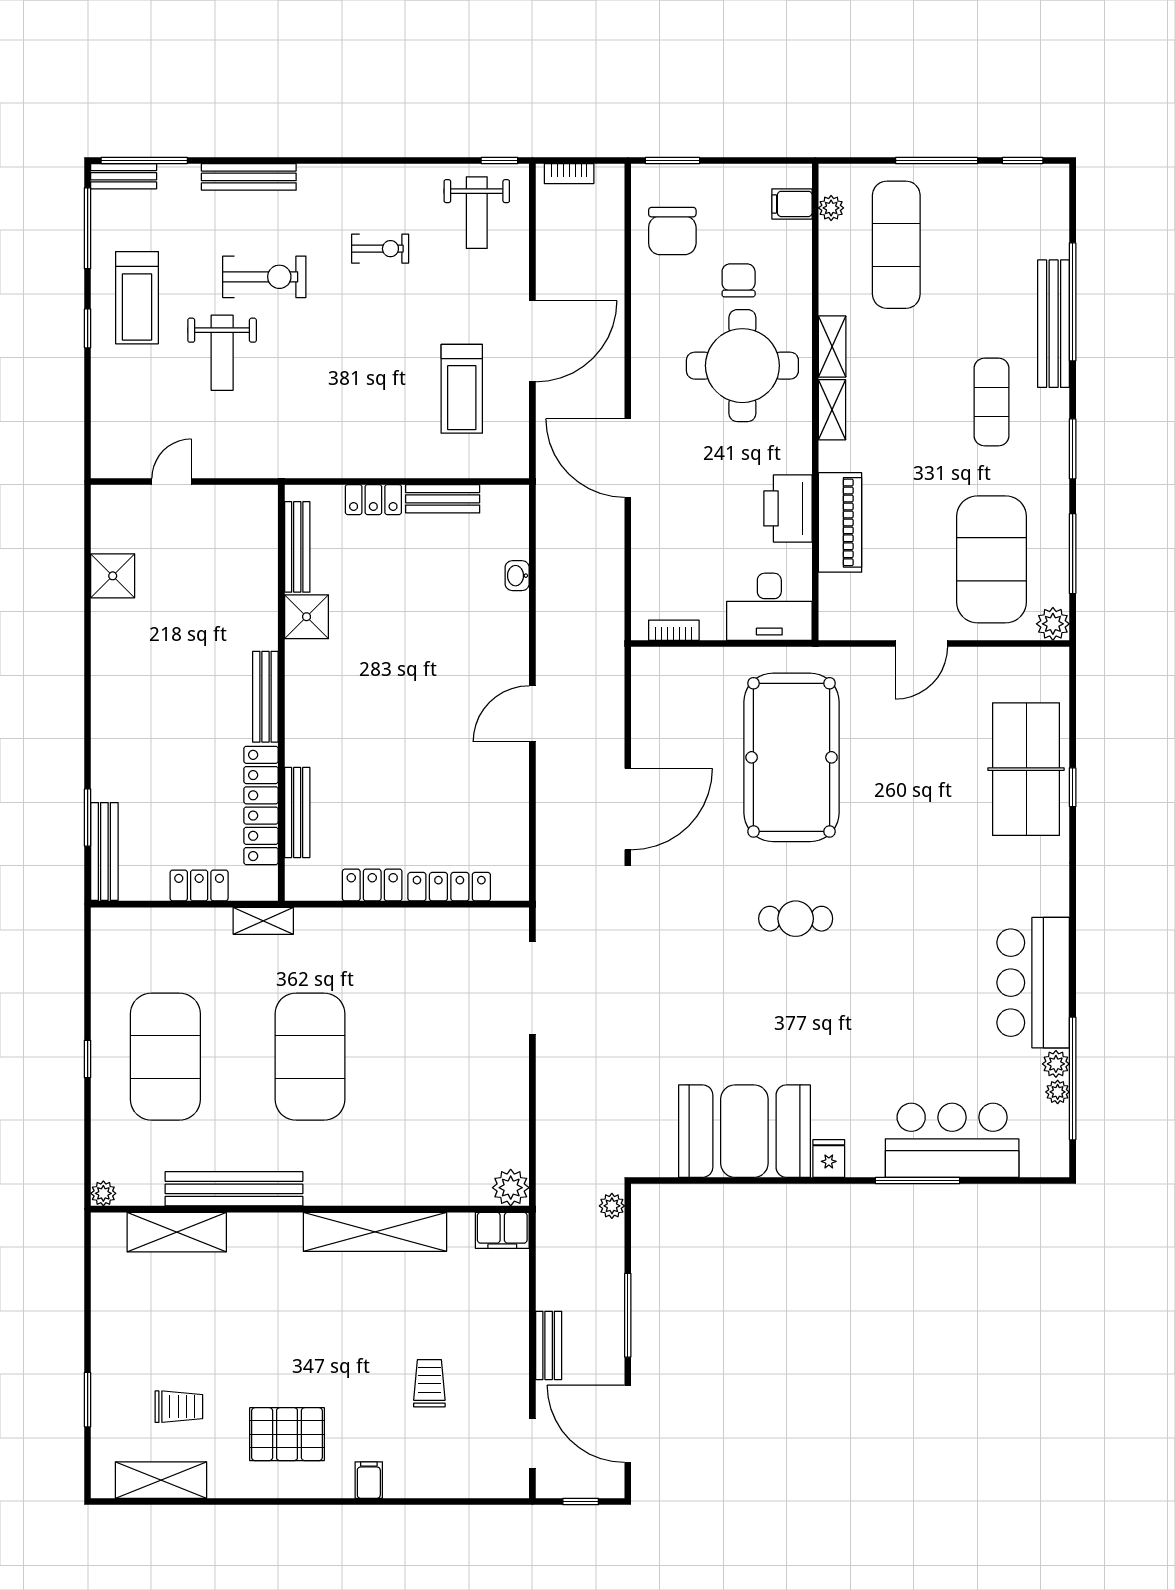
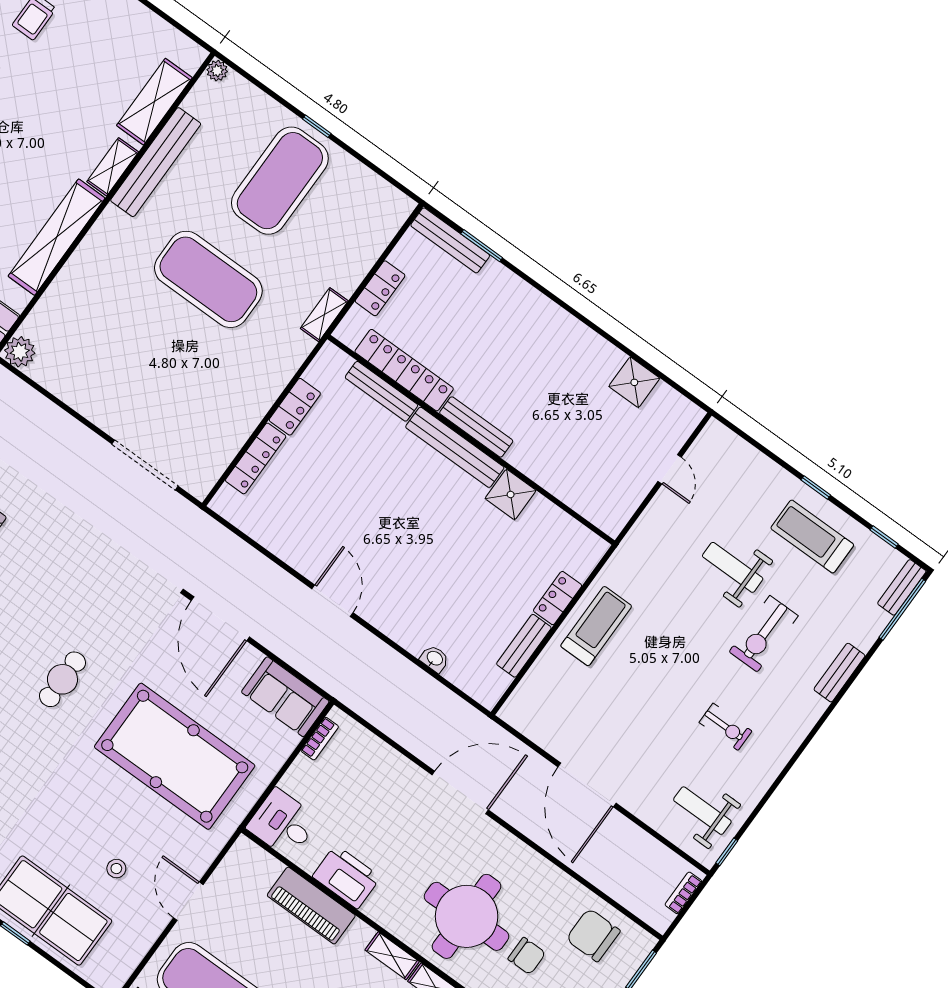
bench: (249, 177) -> (839, 673), width x0.73
window: (88, 228) -> (884, 537), width x0.46
exercise bike: (380, 249) -> (726, 727), turned -90
treadmill: (462, 389) -> (596, 626), moved, turned 90
bench: (297, 547) -> (455, 447), moved, width x1.37, depth x1.21
desk: (769, 607) -> (283, 823), width x0.73
sofa: (657, 693) -> (285, 697), added
stool: (940, 735) -> (116, 869), added
exercise mat: (165, 1057) -> (280, 181), turned 90
shelving: (268, 1227) -> (113, 167), added

